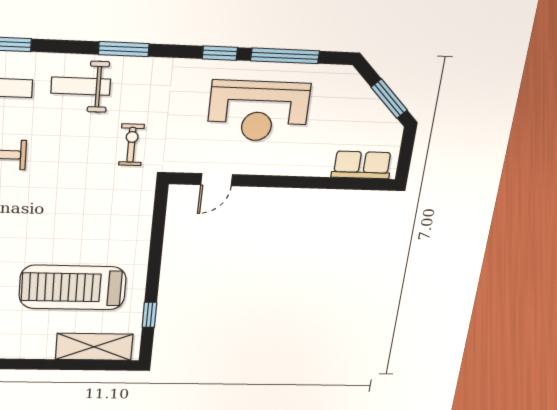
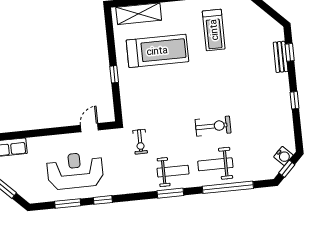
window: (124, 49) -> (170, 193), moved
window: (285, 56) -> (68, 204), width x0.69
window: (149, 315) -> (114, 74), moved

